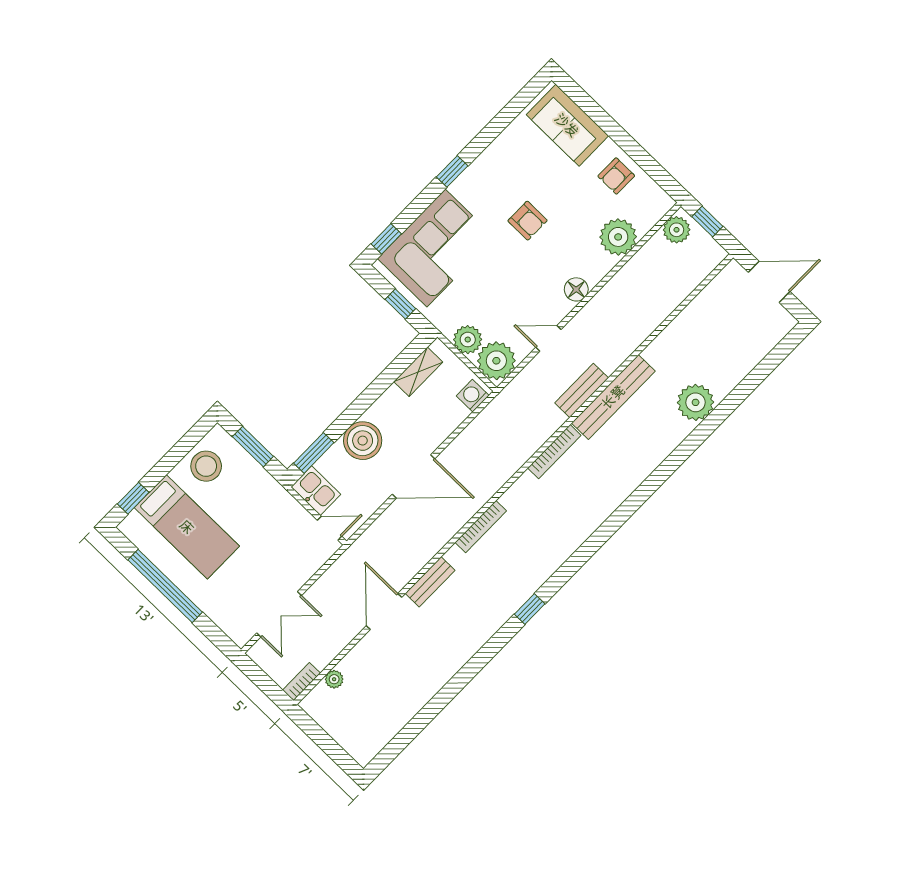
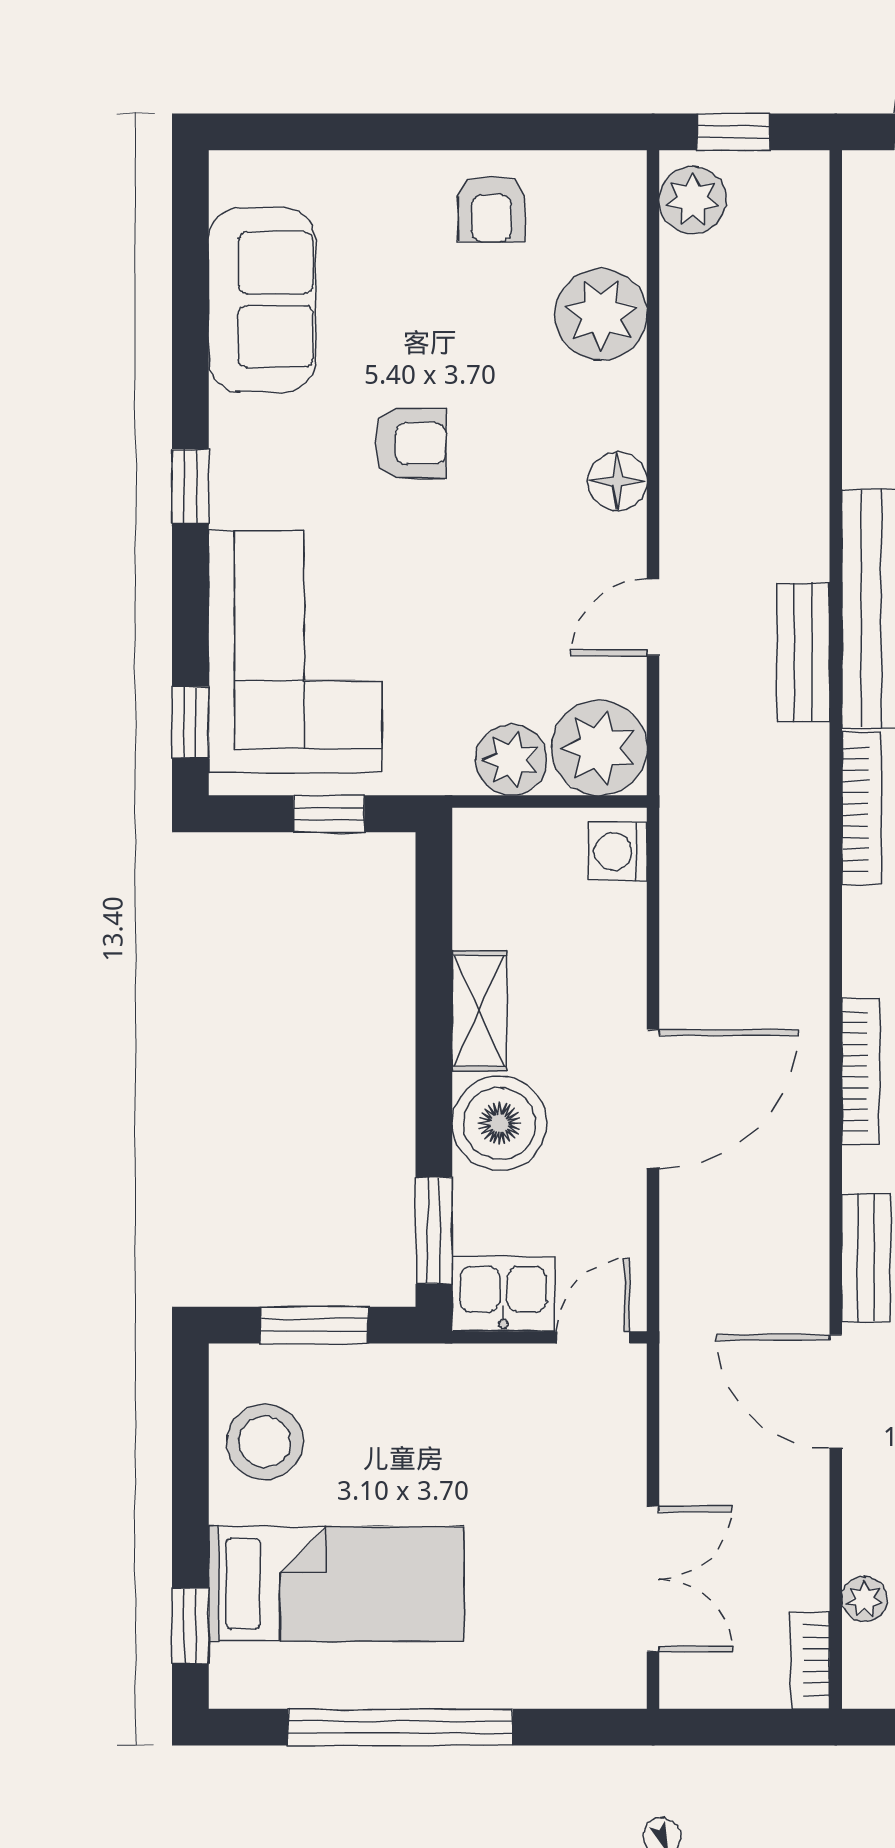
sofa: (567, 125) -> (262, 300), moved, turned -90
shelving: (418, 372) -> (479, 1011), moved

